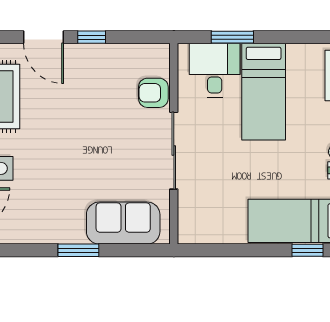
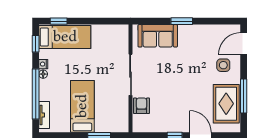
desk: (215, 70) -> (109, 118), removed
armchair: (153, 93) -> (141, 106), turned -90

